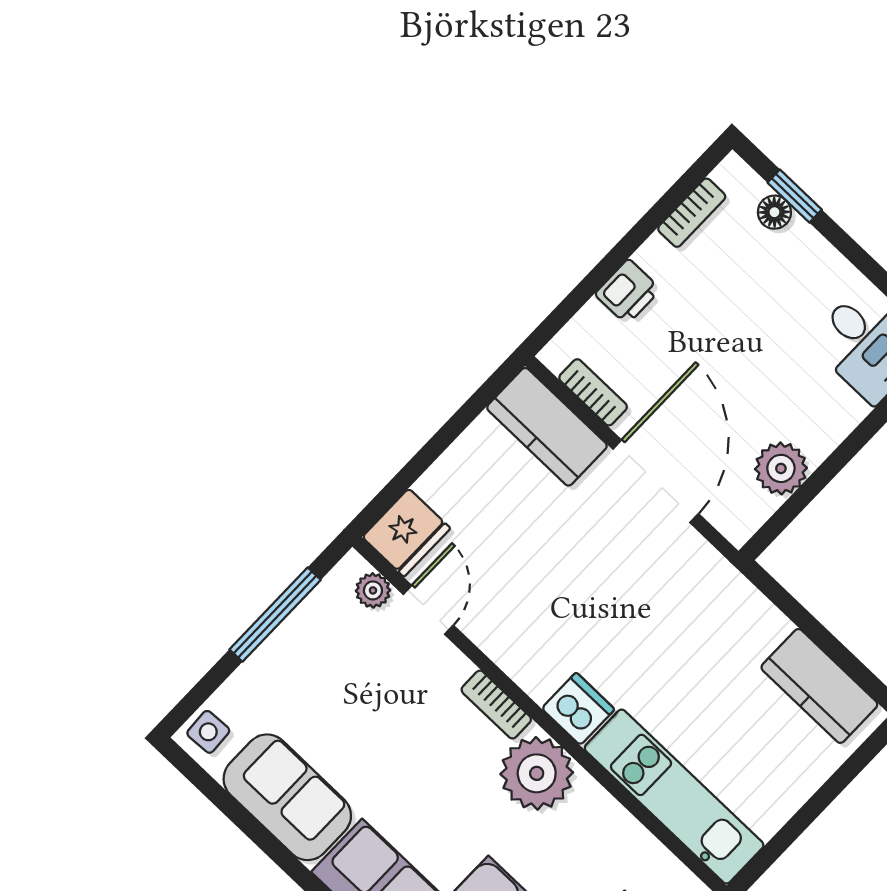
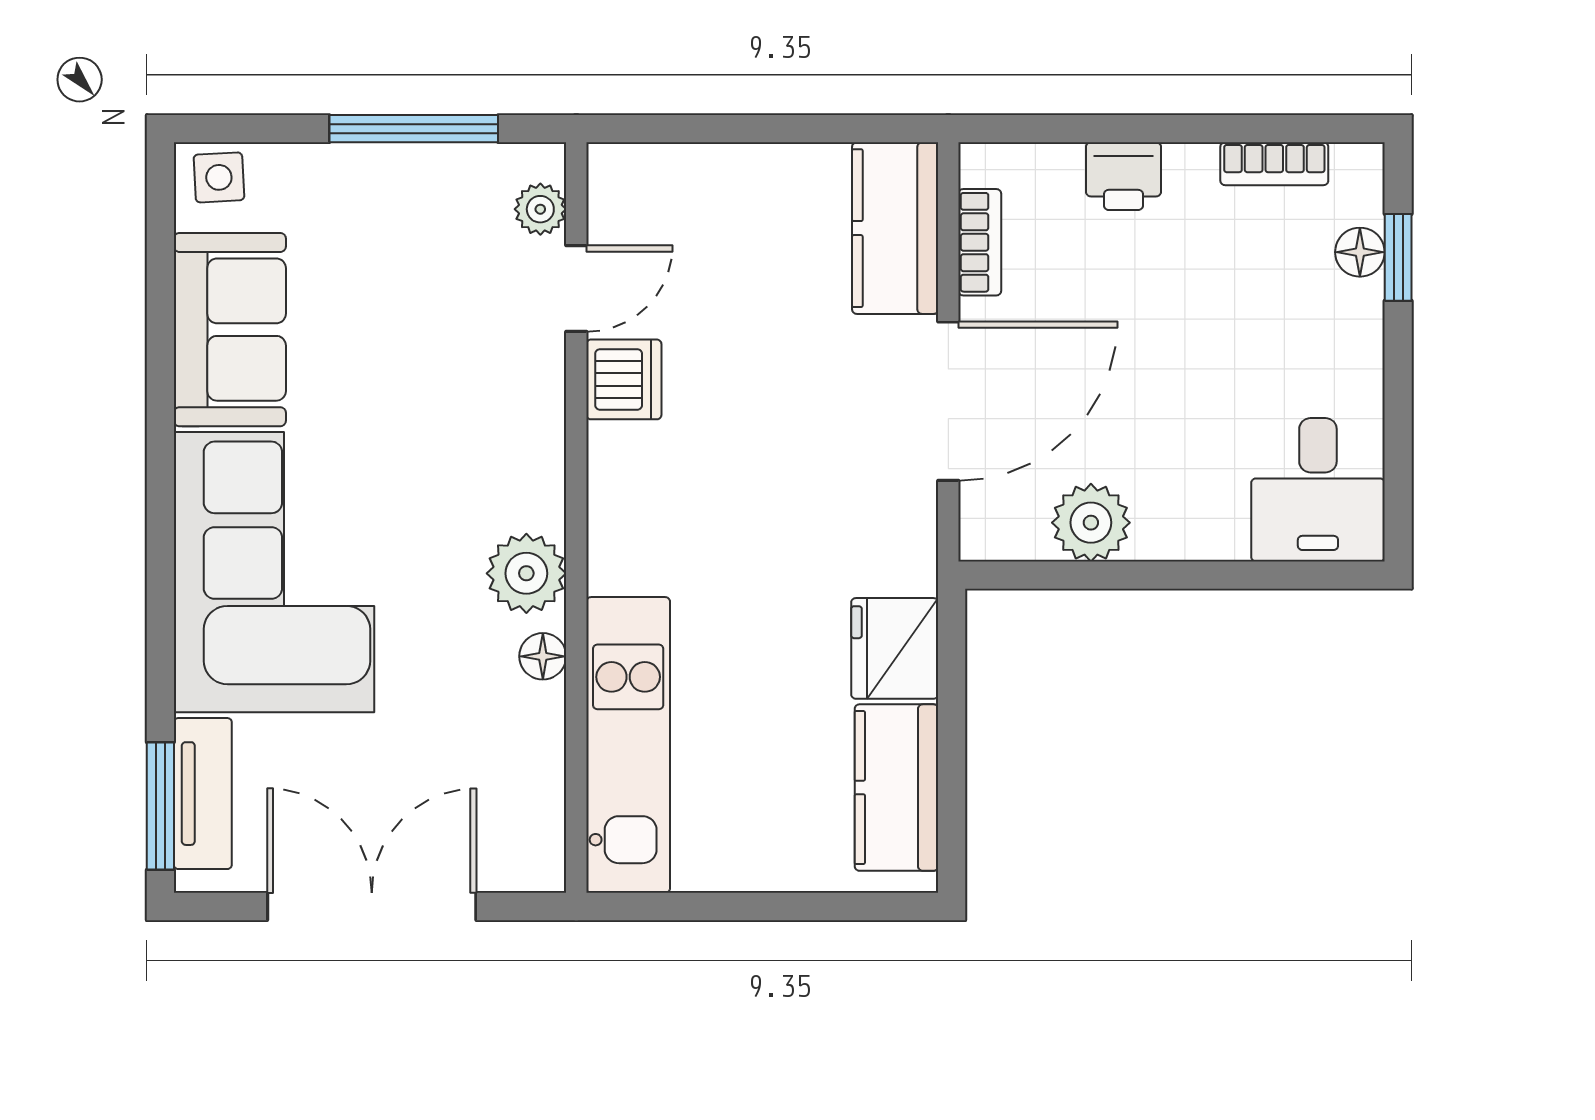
fridge: (406, 533) -> (895, 648), moved, turned 90
bookcase: (496, 705) -> (544, 459), removed
dishwasher: (578, 709) -> (624, 379), moved
plant: (537, 773) -> (526, 573), width x0.73, depth x0.73
floor lamp: (591, 797) -> (543, 656), added

